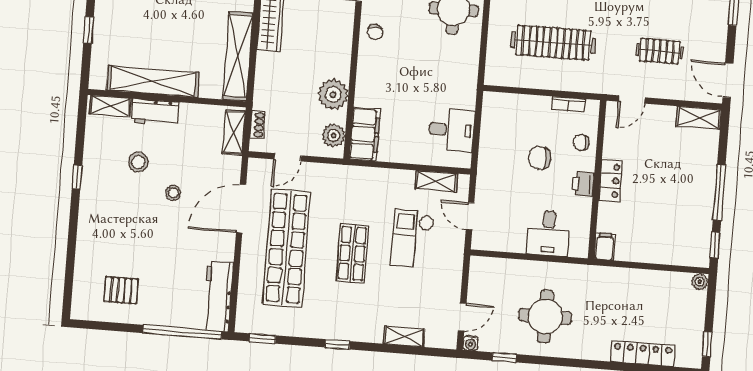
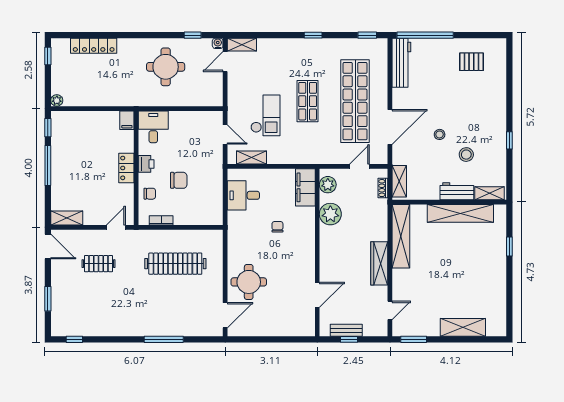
chair: (375, 32) -> (277, 227), moved
desk: (548, 233) -> (153, 127), moved
shelving: (404, 336) -> (242, 45), moved

